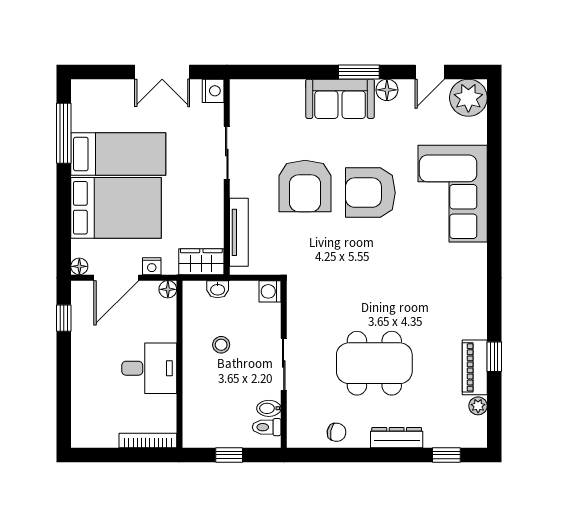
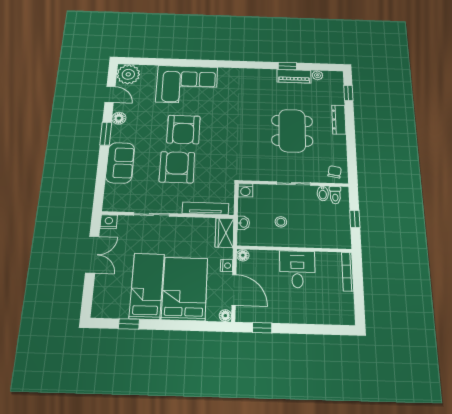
sofa: (340, 99) -> (120, 163), moved
window: (64, 133) -> (129, 324), width x0.46
armchair: (305, 186) -> (177, 167), turned -90
chair: (337, 432) -> (335, 172), moved

